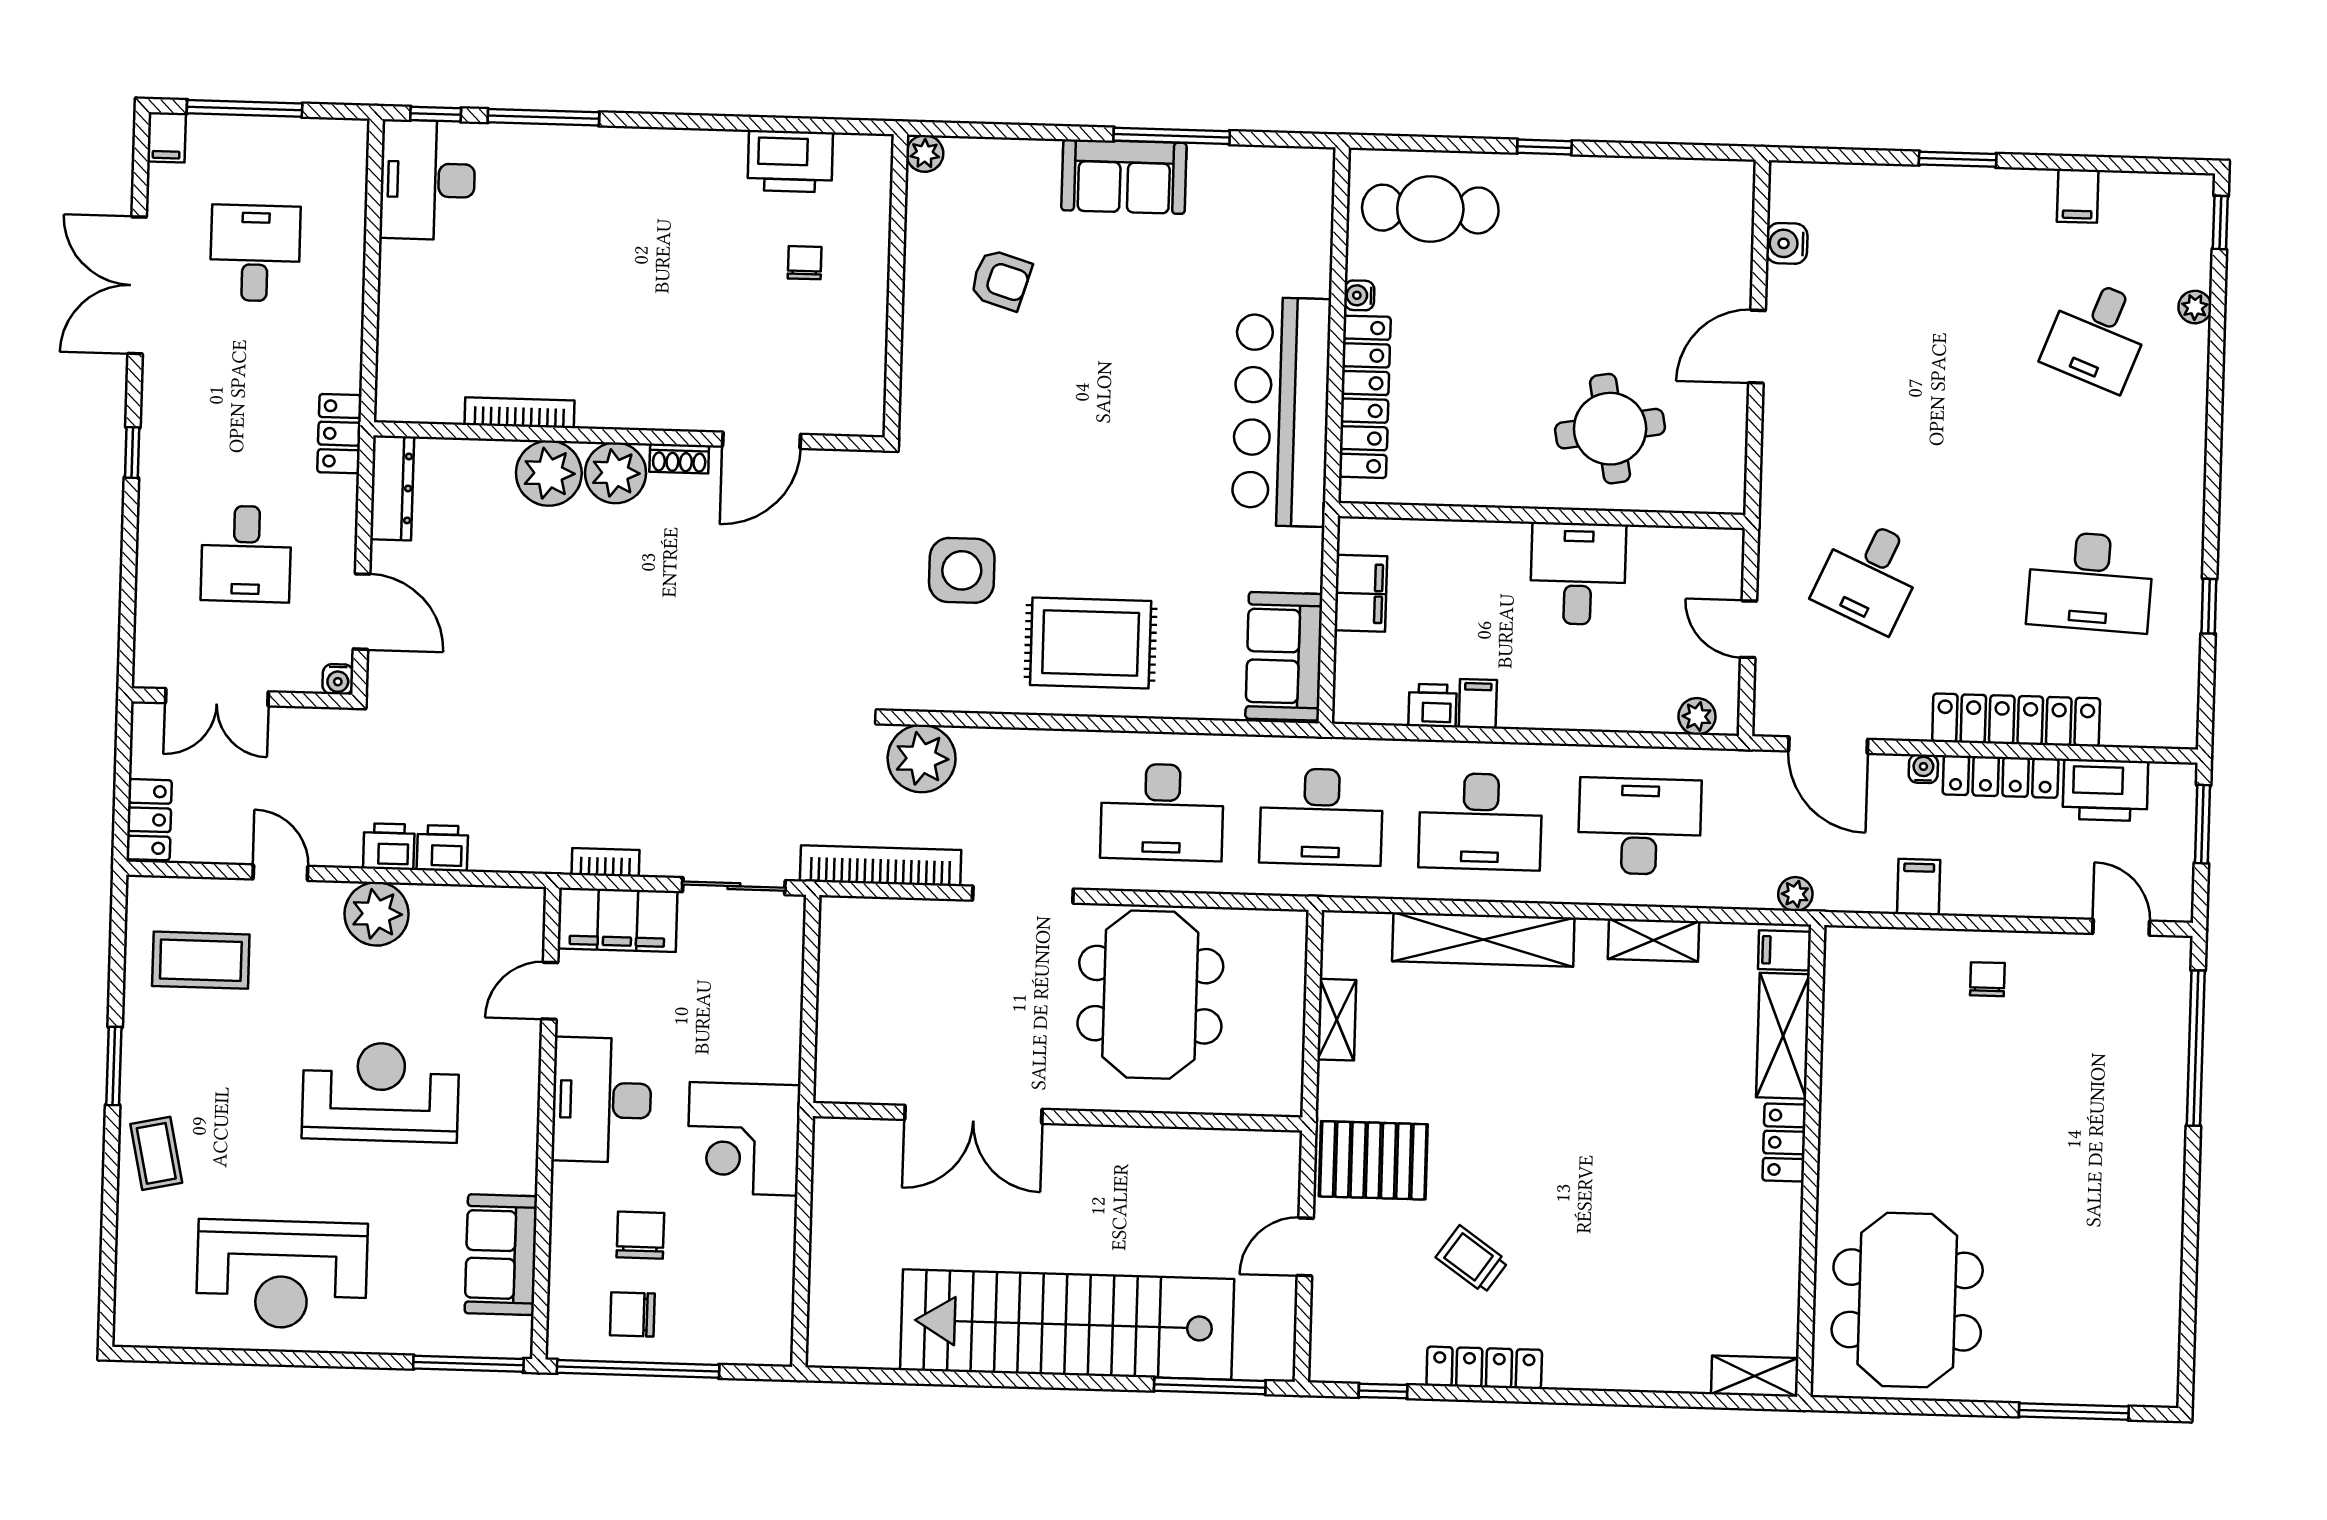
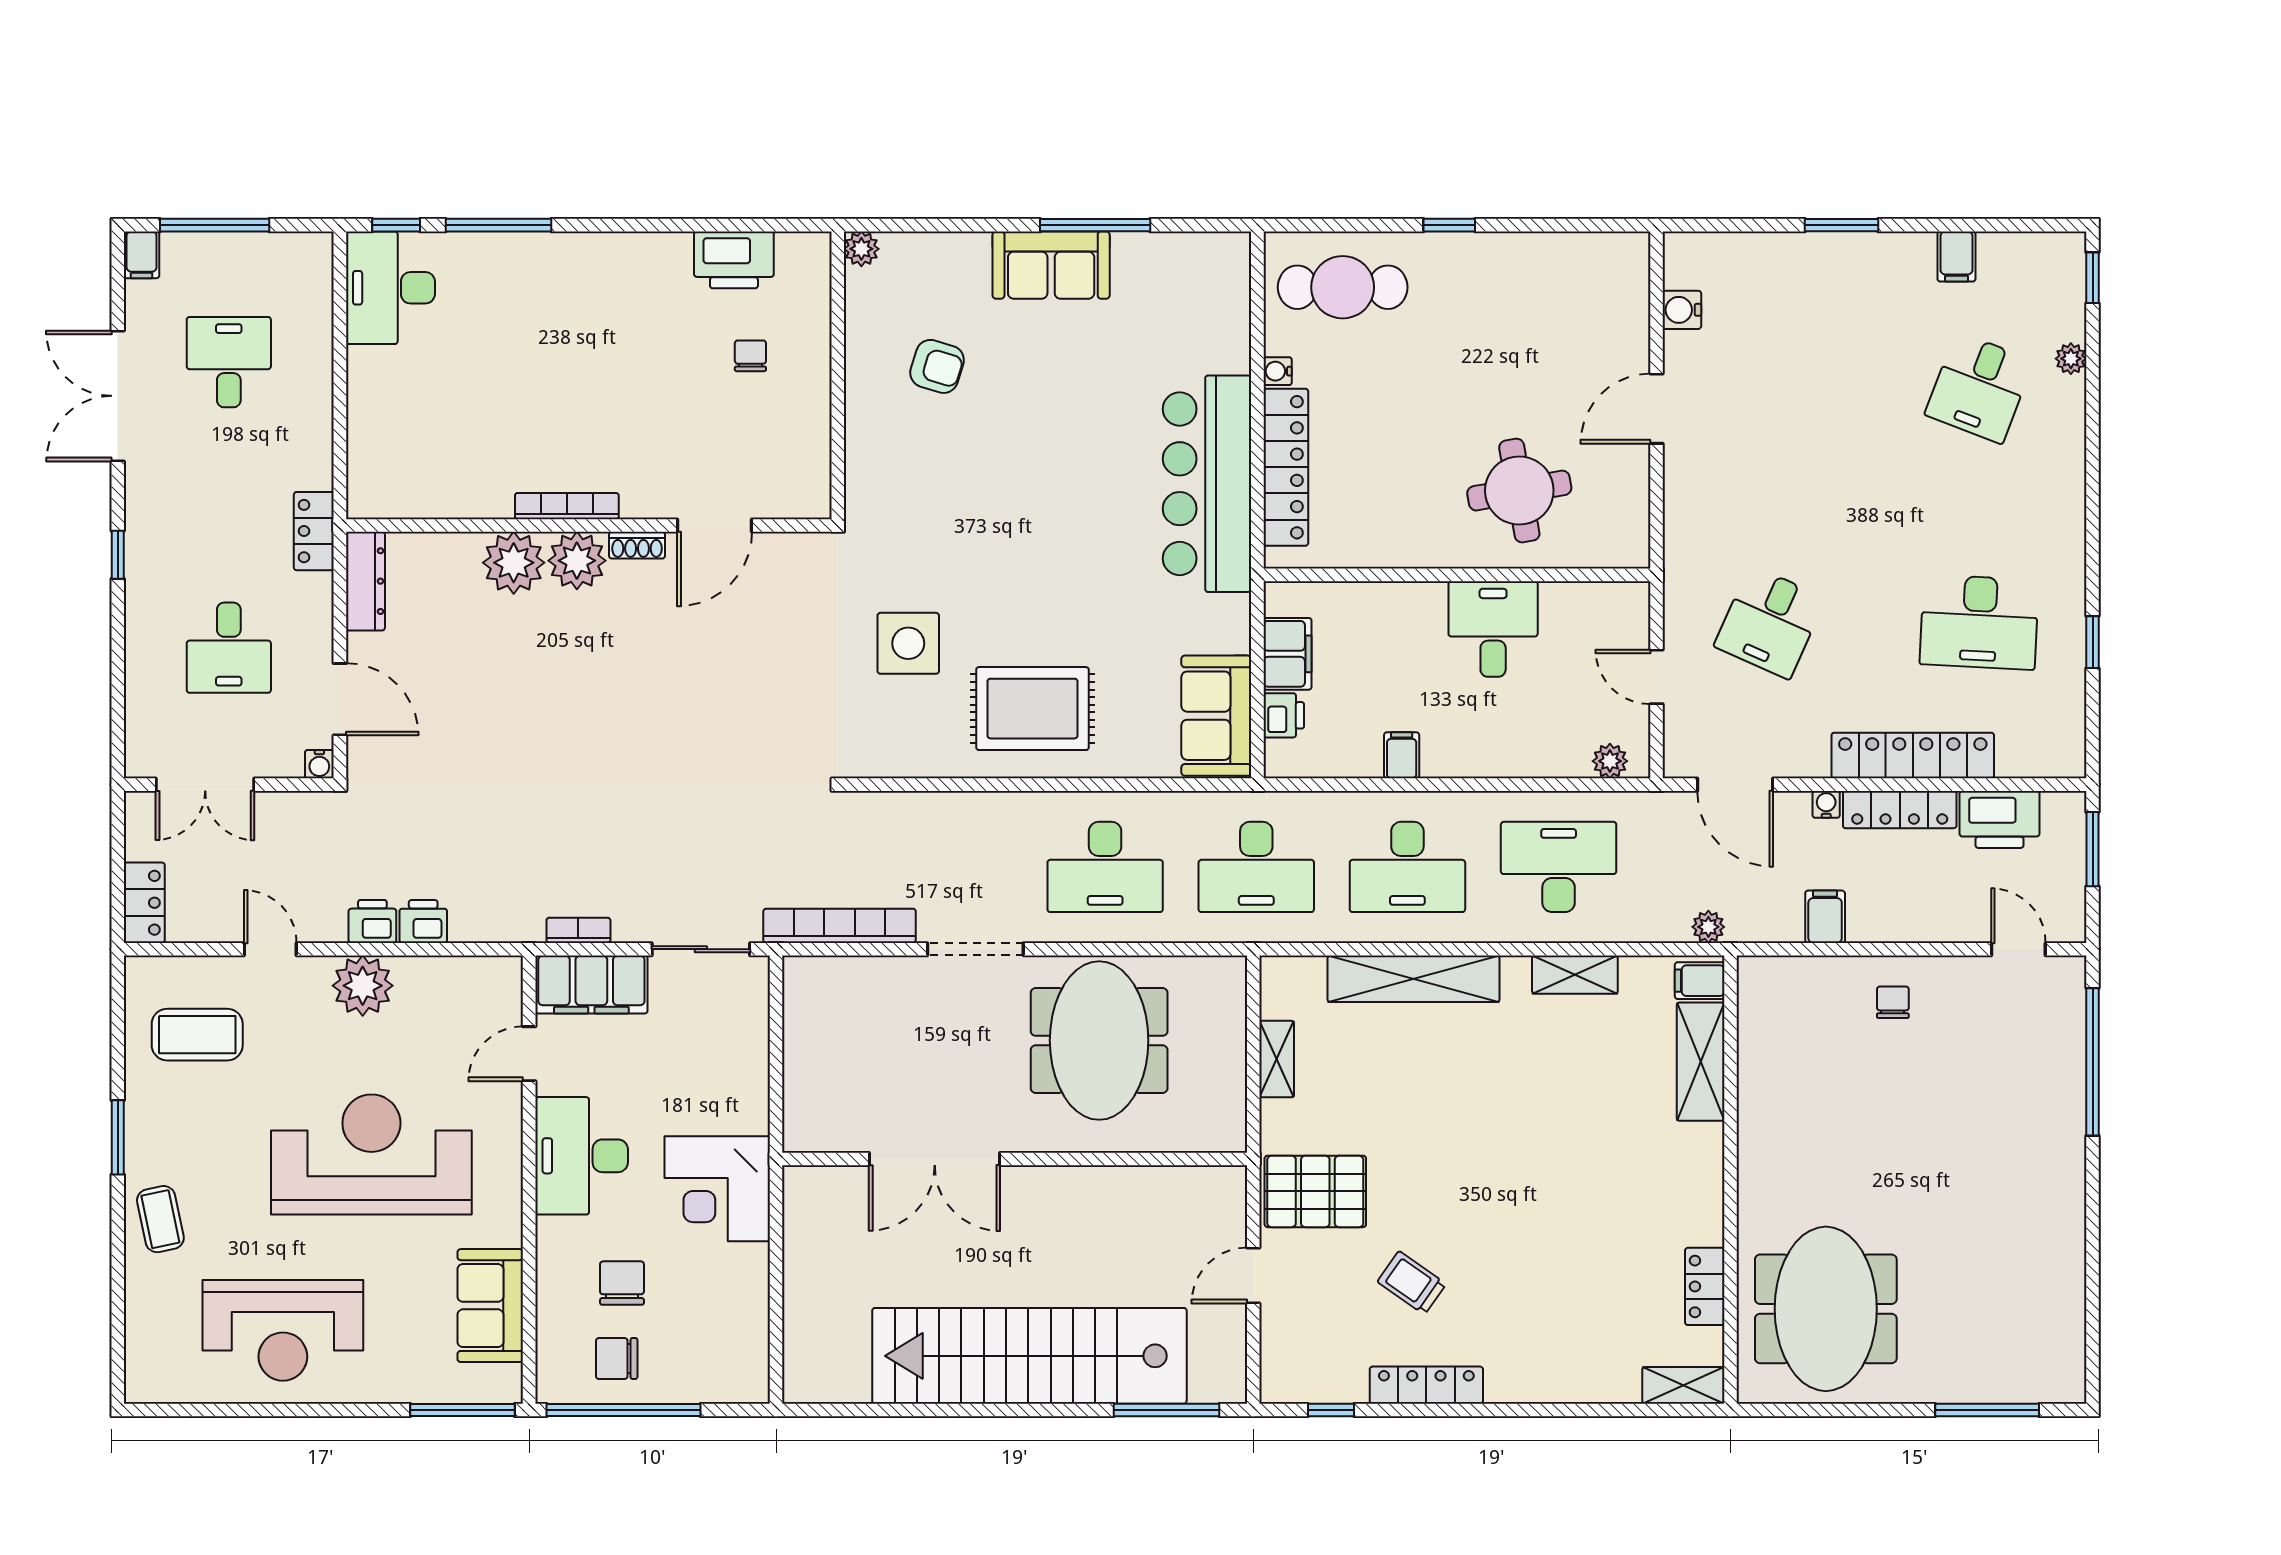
bookcase: (520, 413) -> (567, 506), moved
printer: (1433, 706) -> (1284, 715), moved, turned 90
plant: (922, 759) -> (875, 823), removed
reception desk: (381, 1092) -> (371, 1154), width x1.36, depth x1.30
locker: (1784, 1143) -> (1705, 1286), moved

